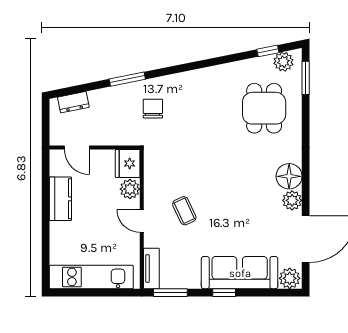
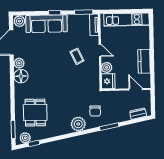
plant: (185, 85) -> (78, 124), added

